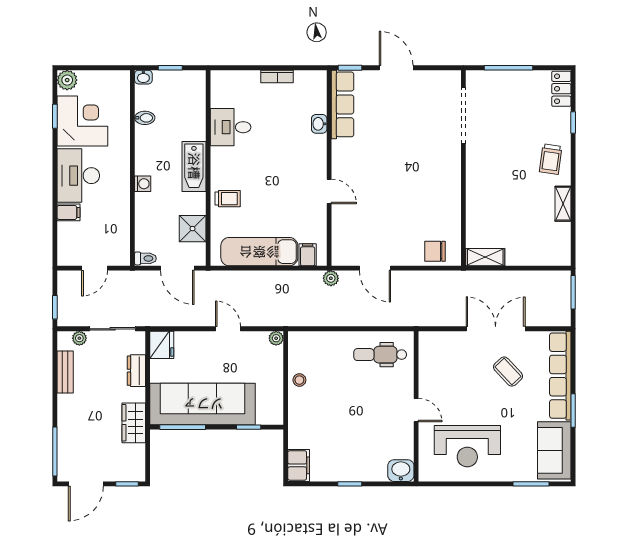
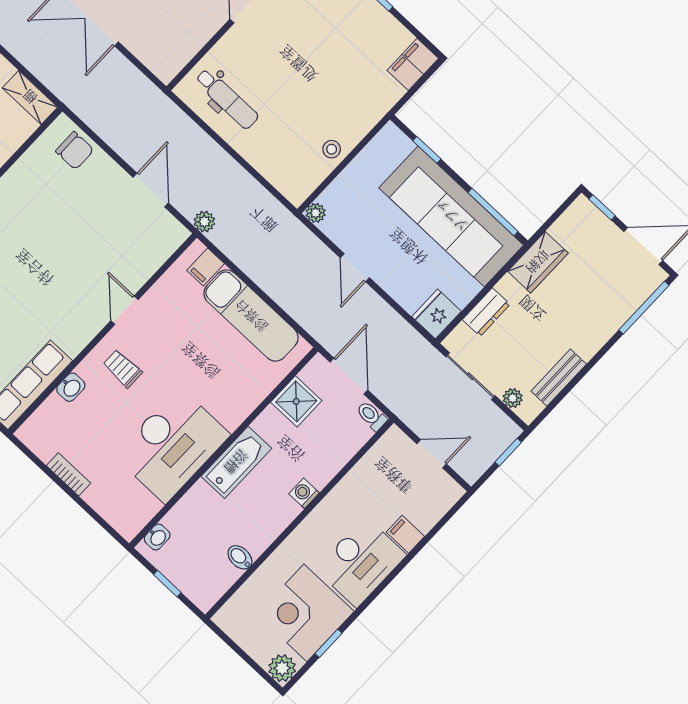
washbasin: (143, 77) -> (157, 537), moved, turned 90
desk: (231, 127) -> (172, 445), width x1.87, depth x1.30
trolley: (228, 199) -> (123, 369), moved

